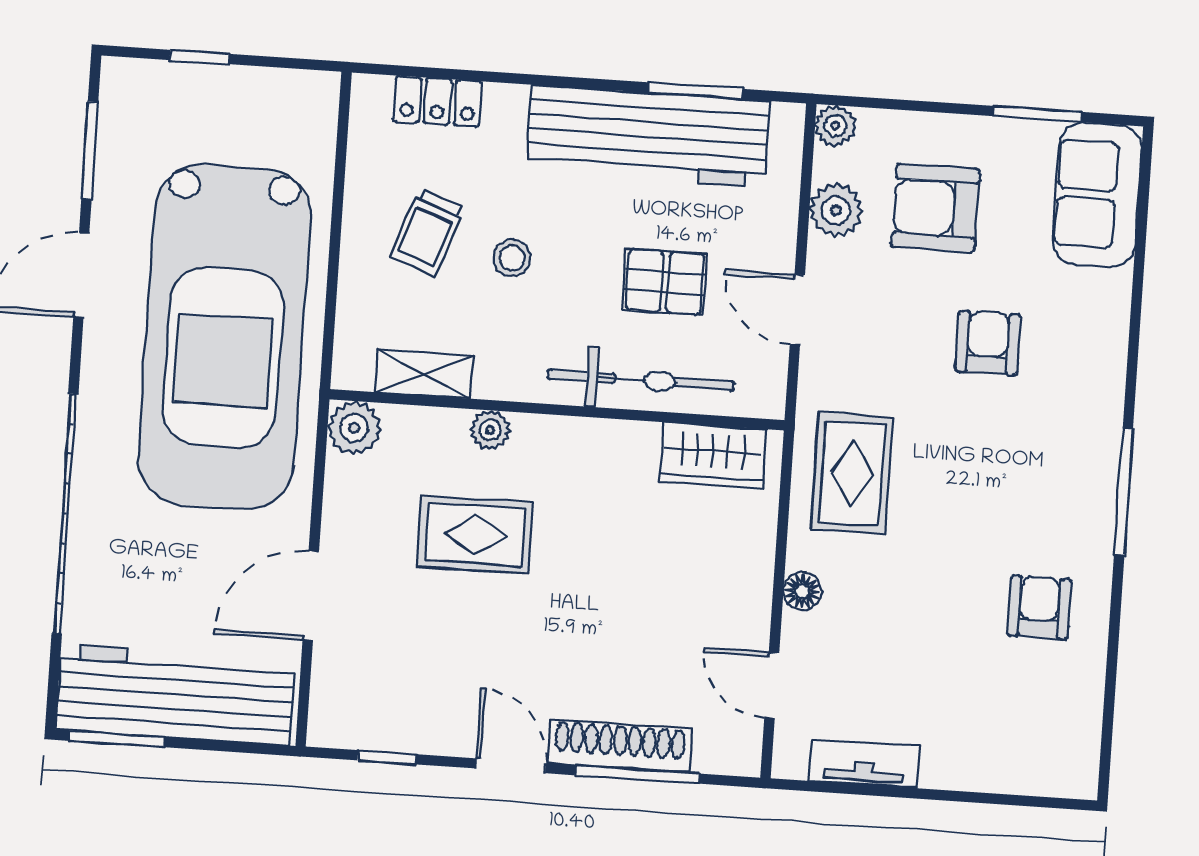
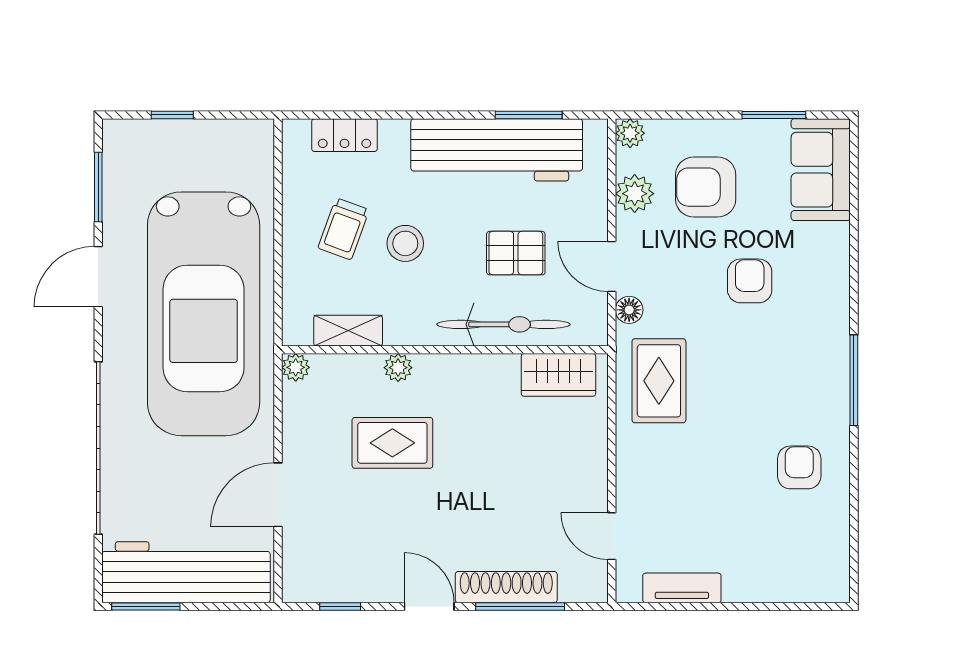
stool: (512, 258) -> (405, 243), width x1.37, depth x1.37
plant: (354, 428) -> (296, 367), width x0.73, depth x0.73
floor lamp: (802, 591) -> (629, 310), moved

